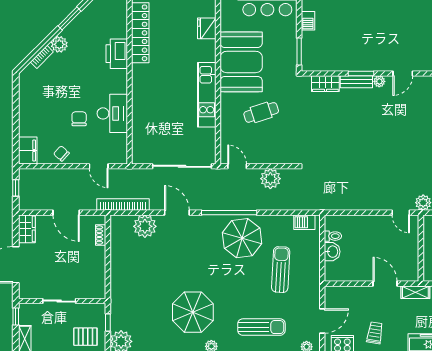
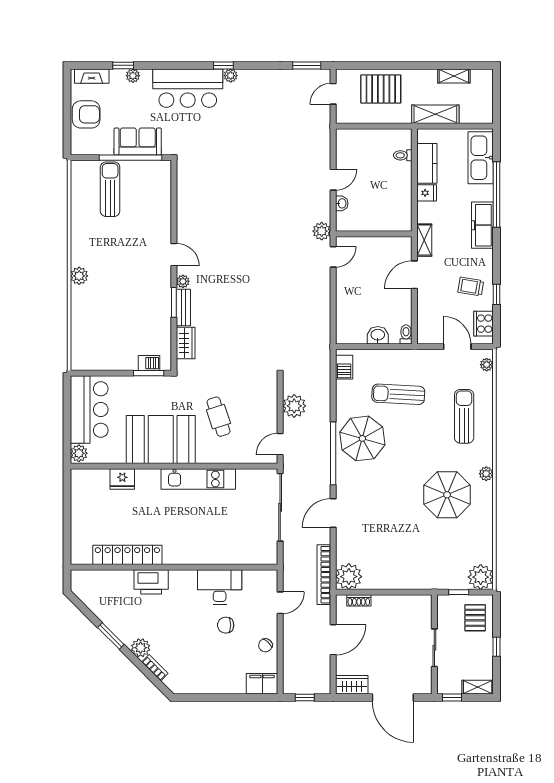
barbecue: (308, 21) -> (149, 363), moved
plant: (145, 226) -> (349, 577), moved
toilet: (333, 236) -> (406, 334), moved

